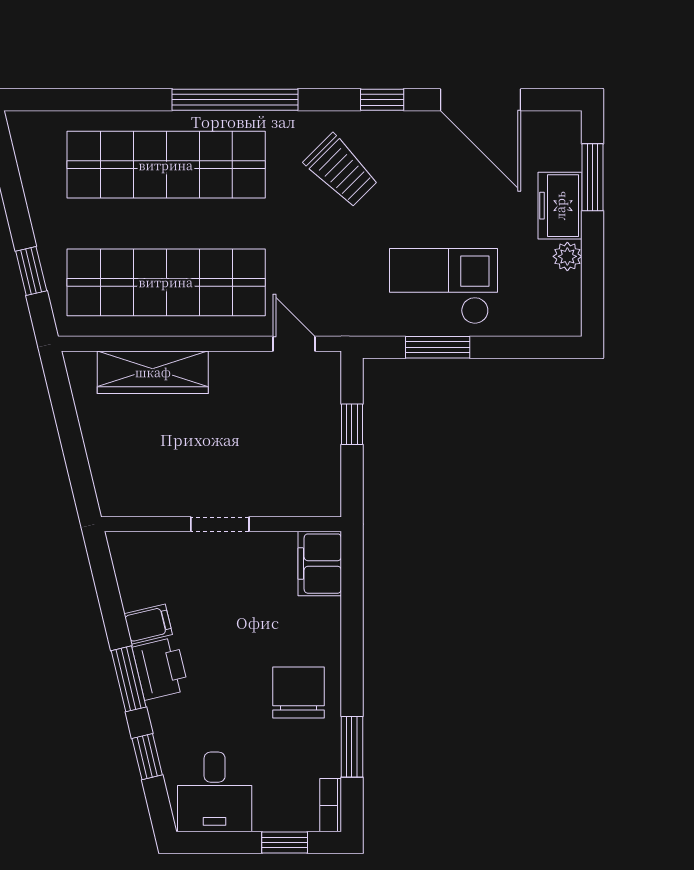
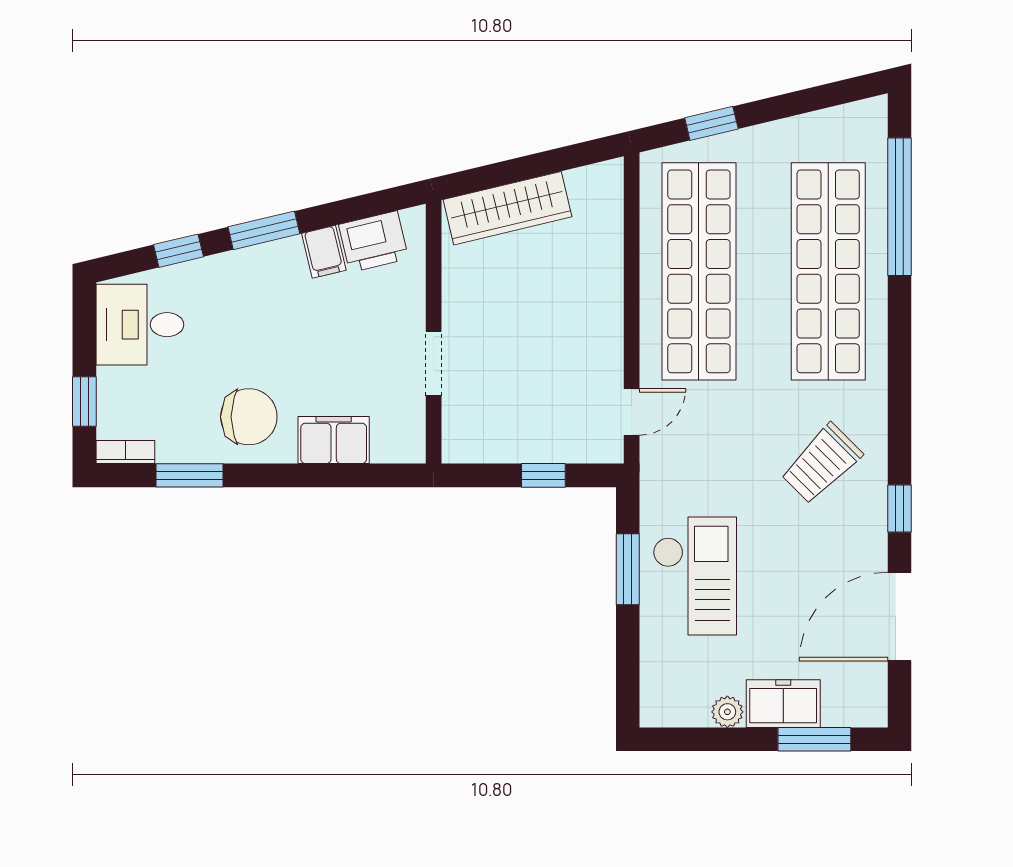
window: (235, 100) -> (899, 207), moved
wardrobe: (153, 372) -> (508, 208), moved, turned -103
doorway: (220, 524) -> (434, 364), moved
filing cabinet: (320, 564) -> (334, 440), moved
printer: (160, 669) -> (374, 242), moved

